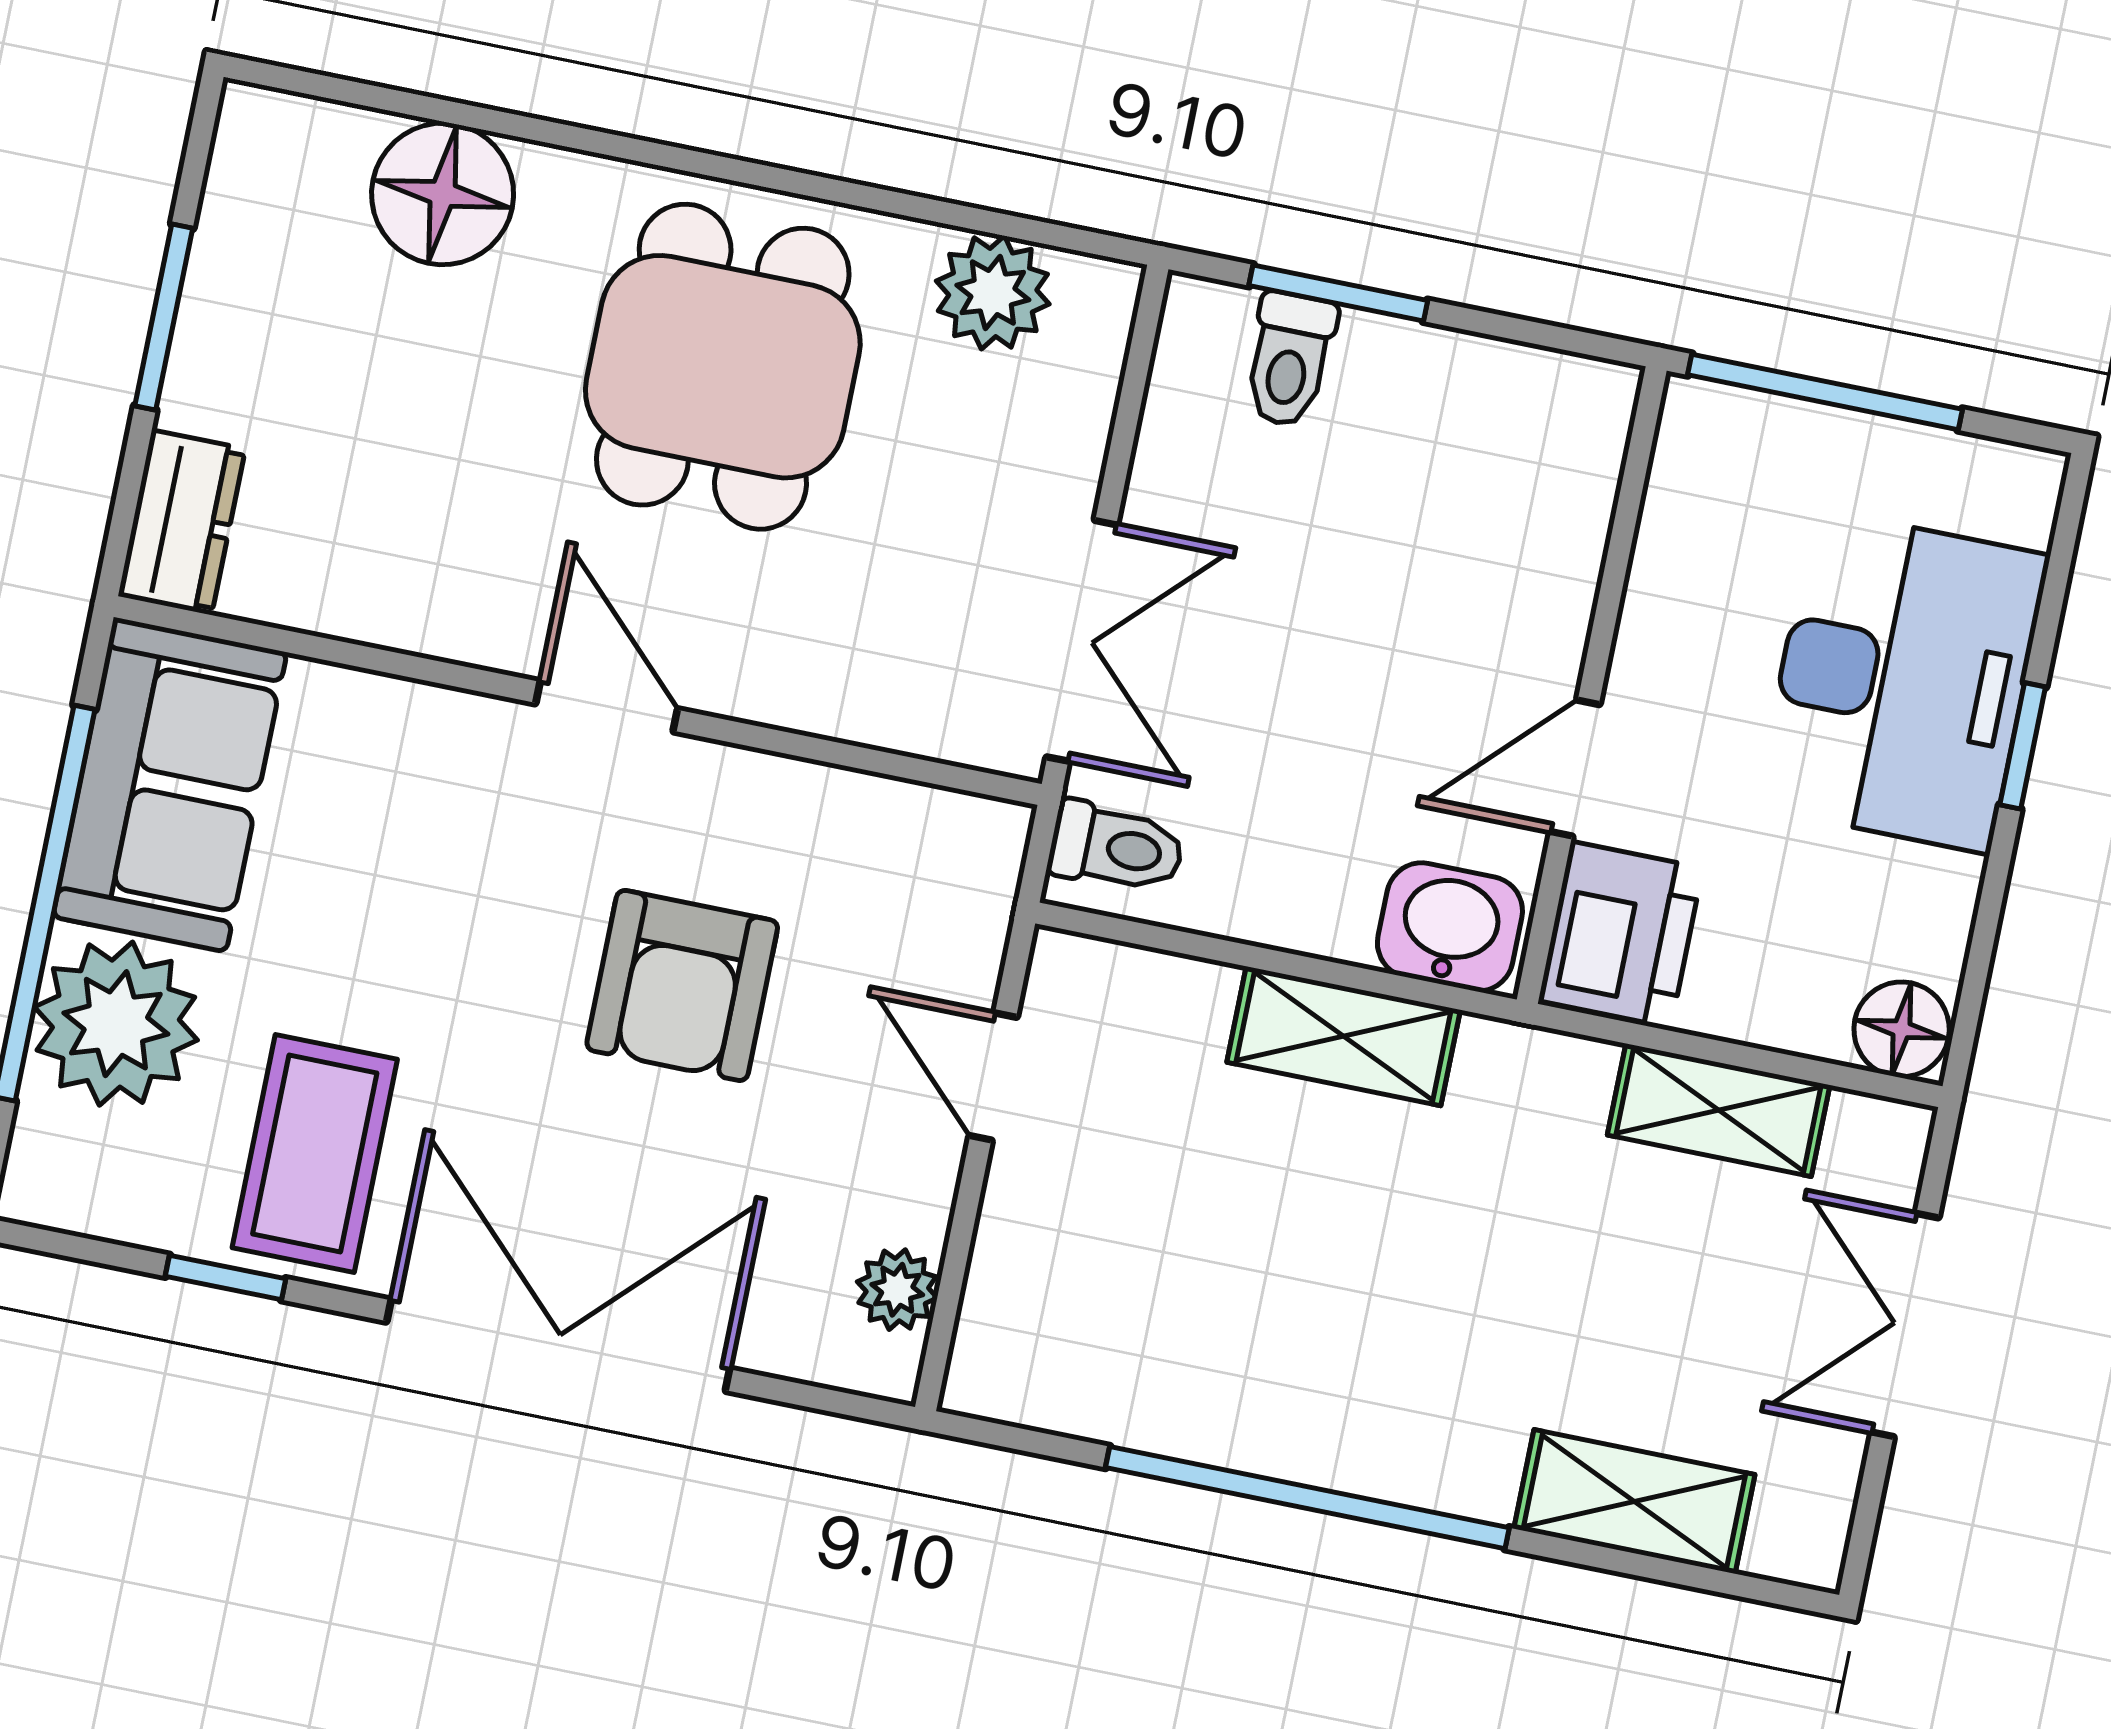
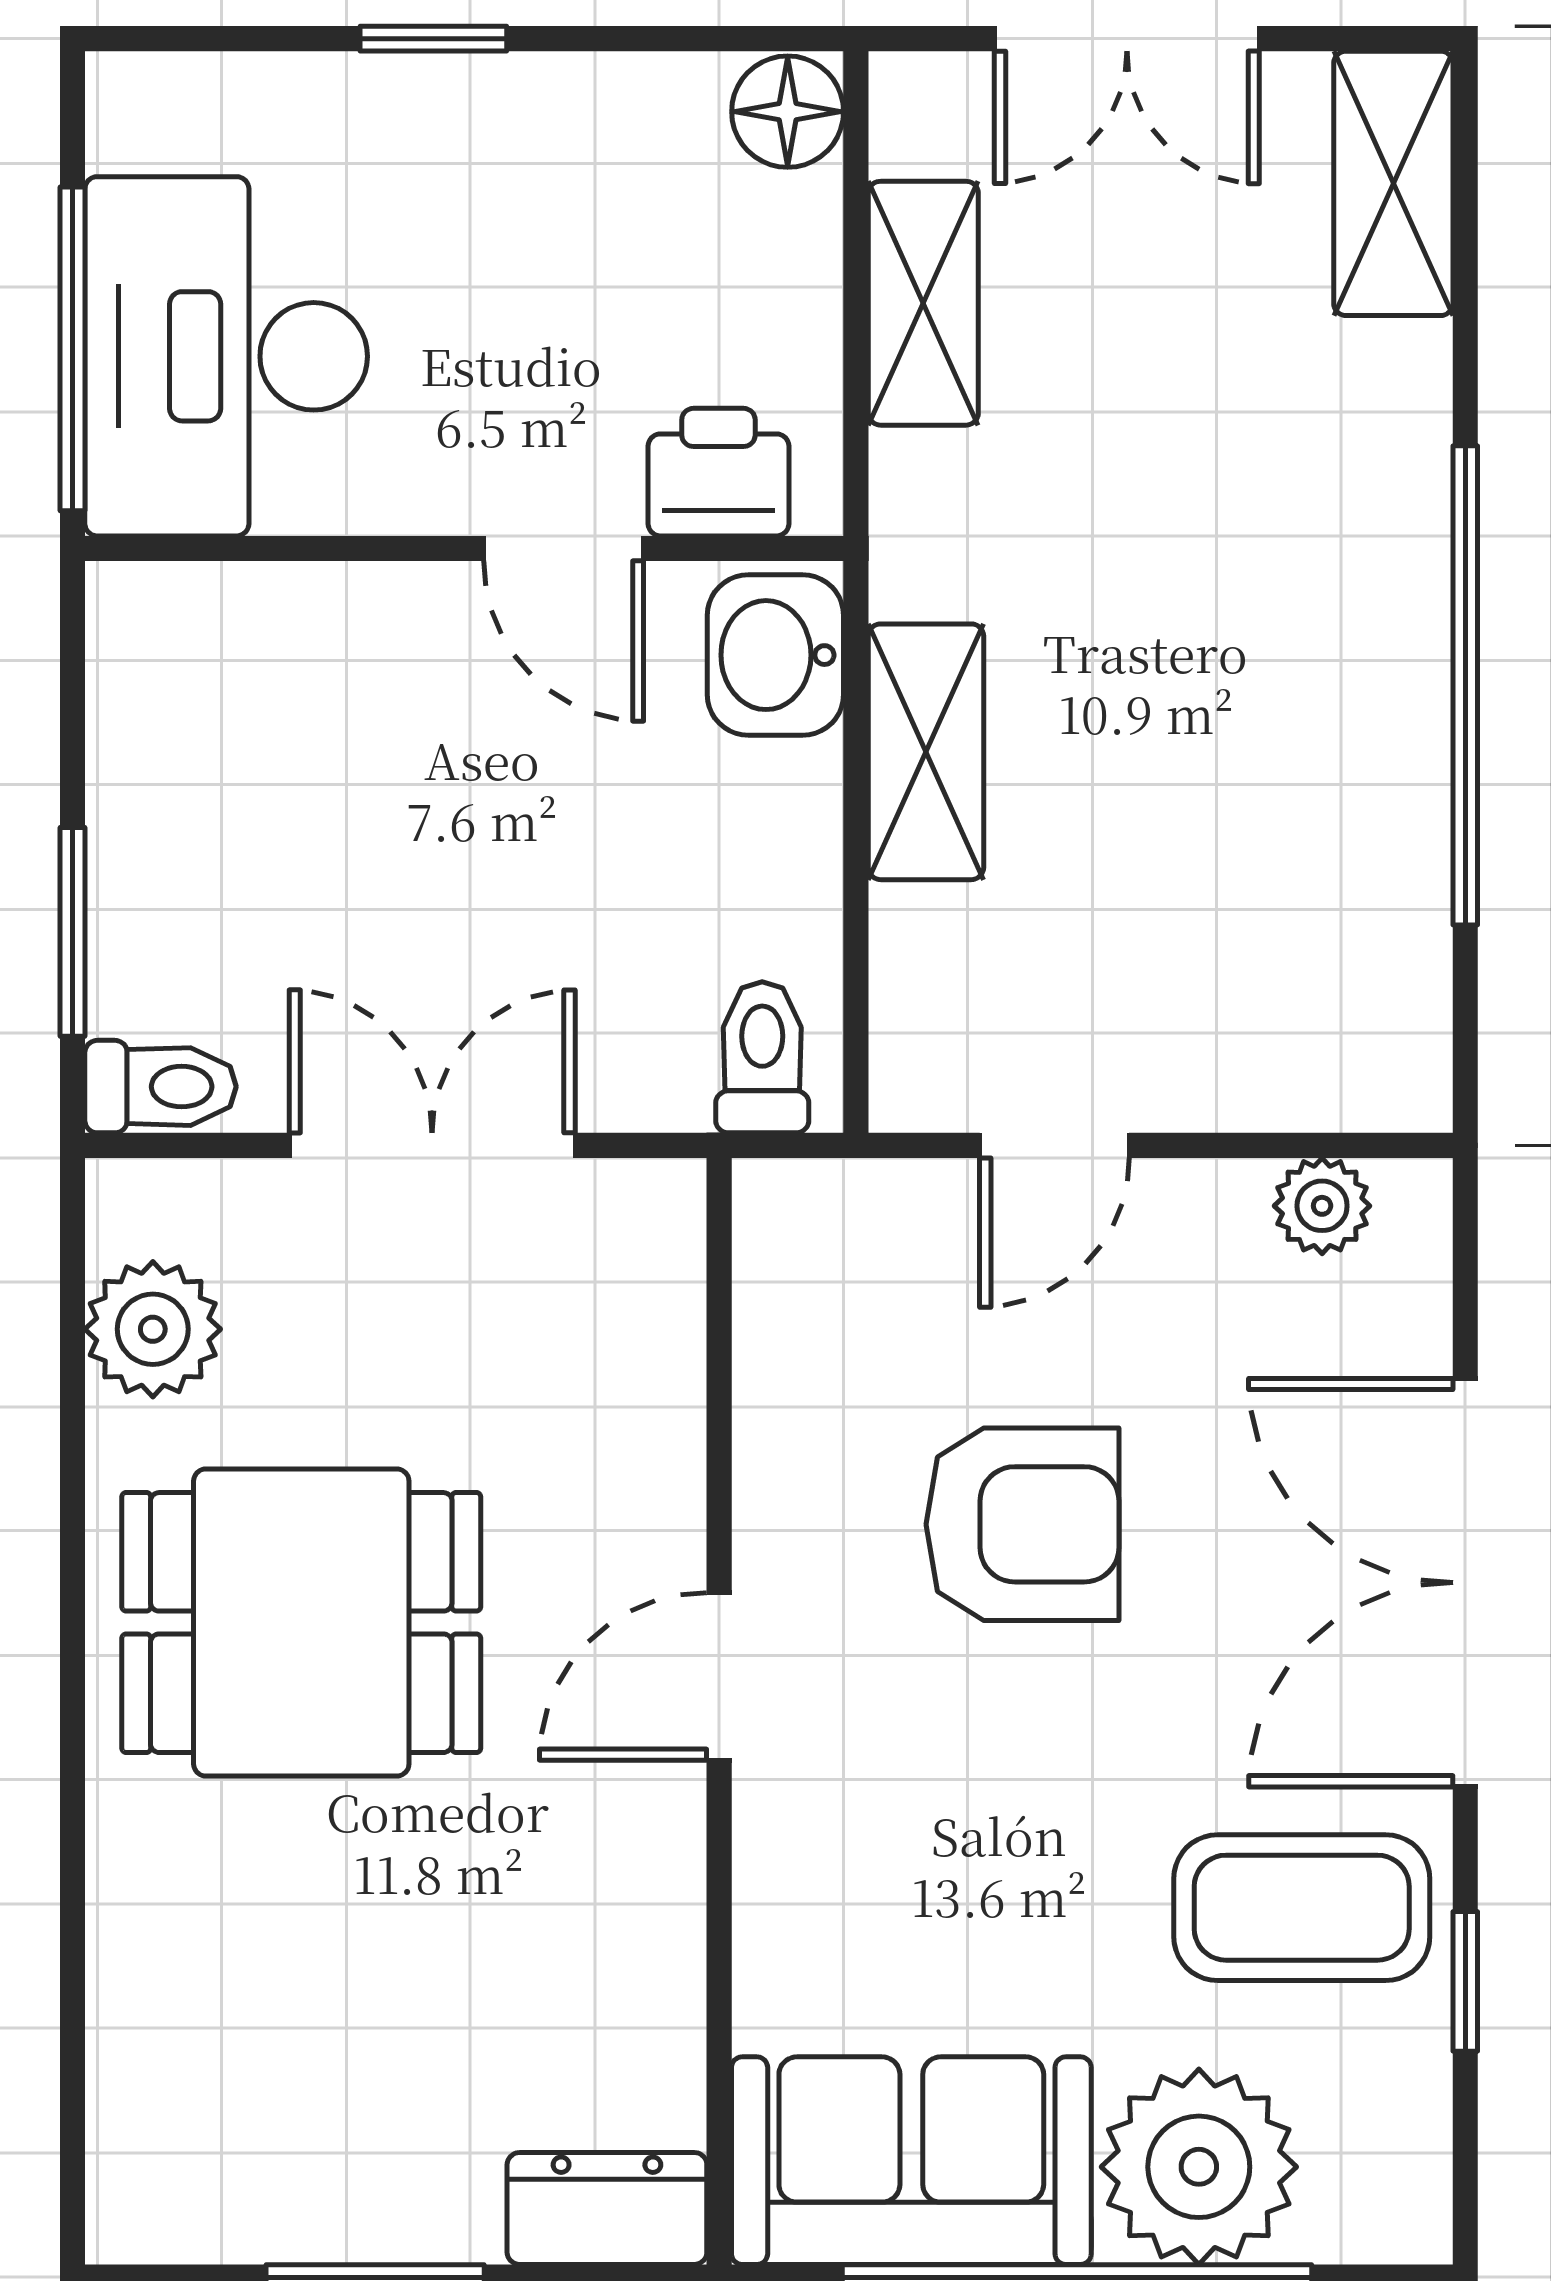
floor lamp: (443, 194) -> (168, 1985), removed
toilet: (1290, 360) -> (160, 1087), moved
double door: (1082, 641) -> (432, 1145), moved
desk: (1902, 681) -> (226, 356), moved, turned -90
printer: (1621, 934) -> (718, 472), width x0.73, depth x0.81
shelving: (1634, 1502) -> (1393, 183), moved

